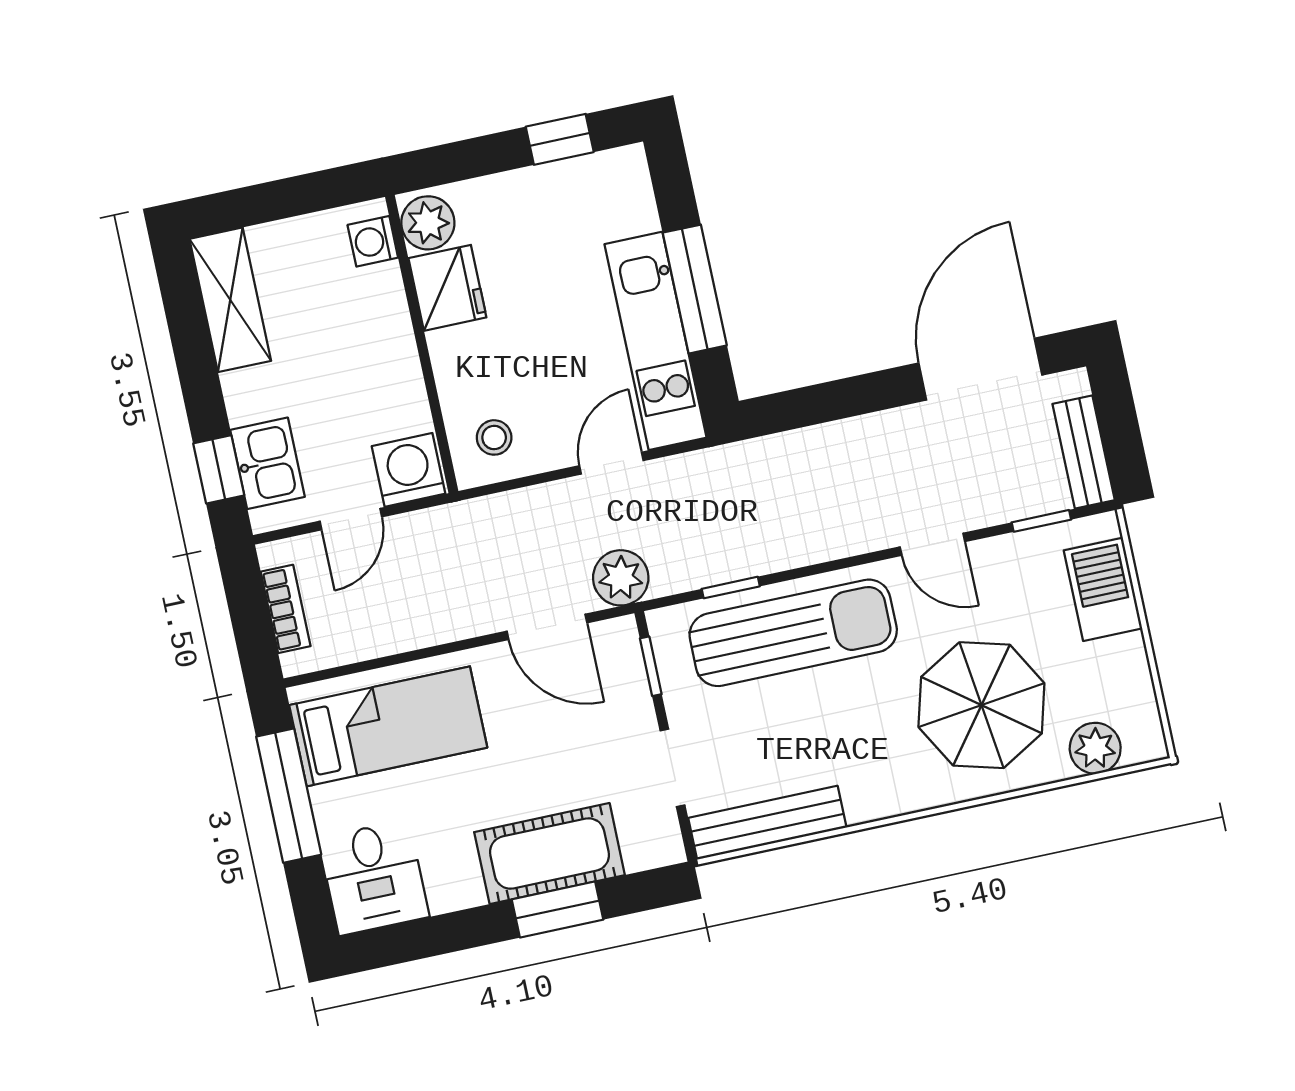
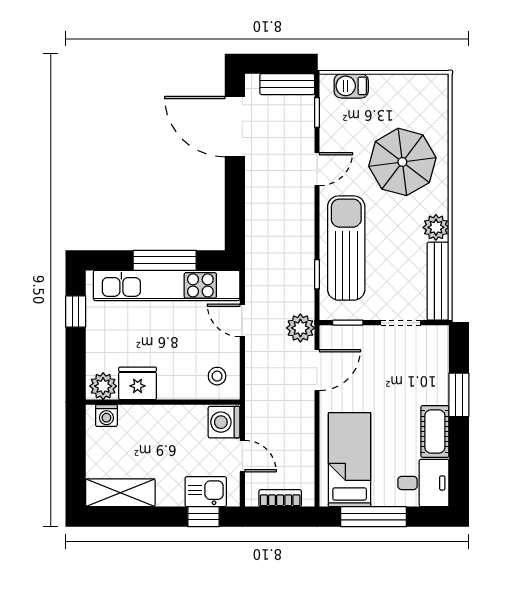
kitchen unit: (656, 341) -> (167, 285), width x1.36
barbecue: (1103, 589) -> (351, 86), width x0.73, depth x0.79
plant: (1095, 748) -> (436, 227), moved
cot: (550, 854) -> (435, 432), moved, width x0.73, depth x0.75

